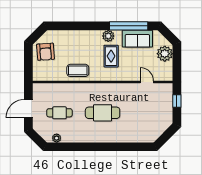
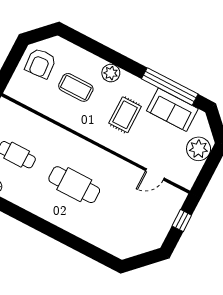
plant: (108, 36) -> (111, 73), moved
coffee table: (78, 70) -> (76, 87), moved
door: (147, 82) -> (155, 174), swing flipped

